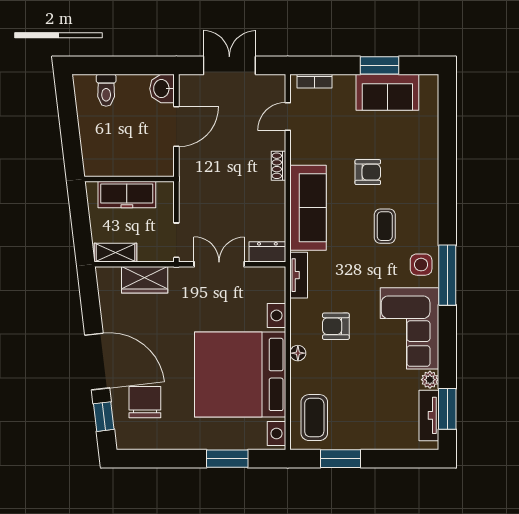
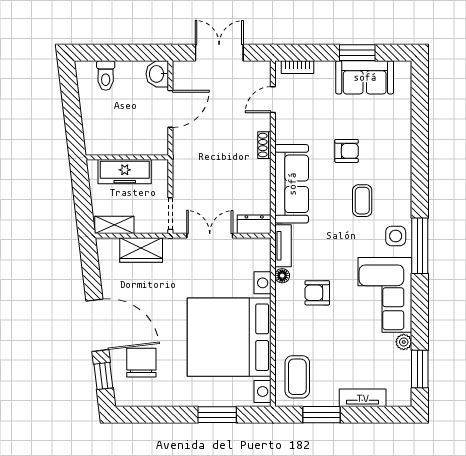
floor lamp: (298, 353) -> (282, 276), moved
tv unit: (429, 415) -> (363, 398), moved, turned 90

